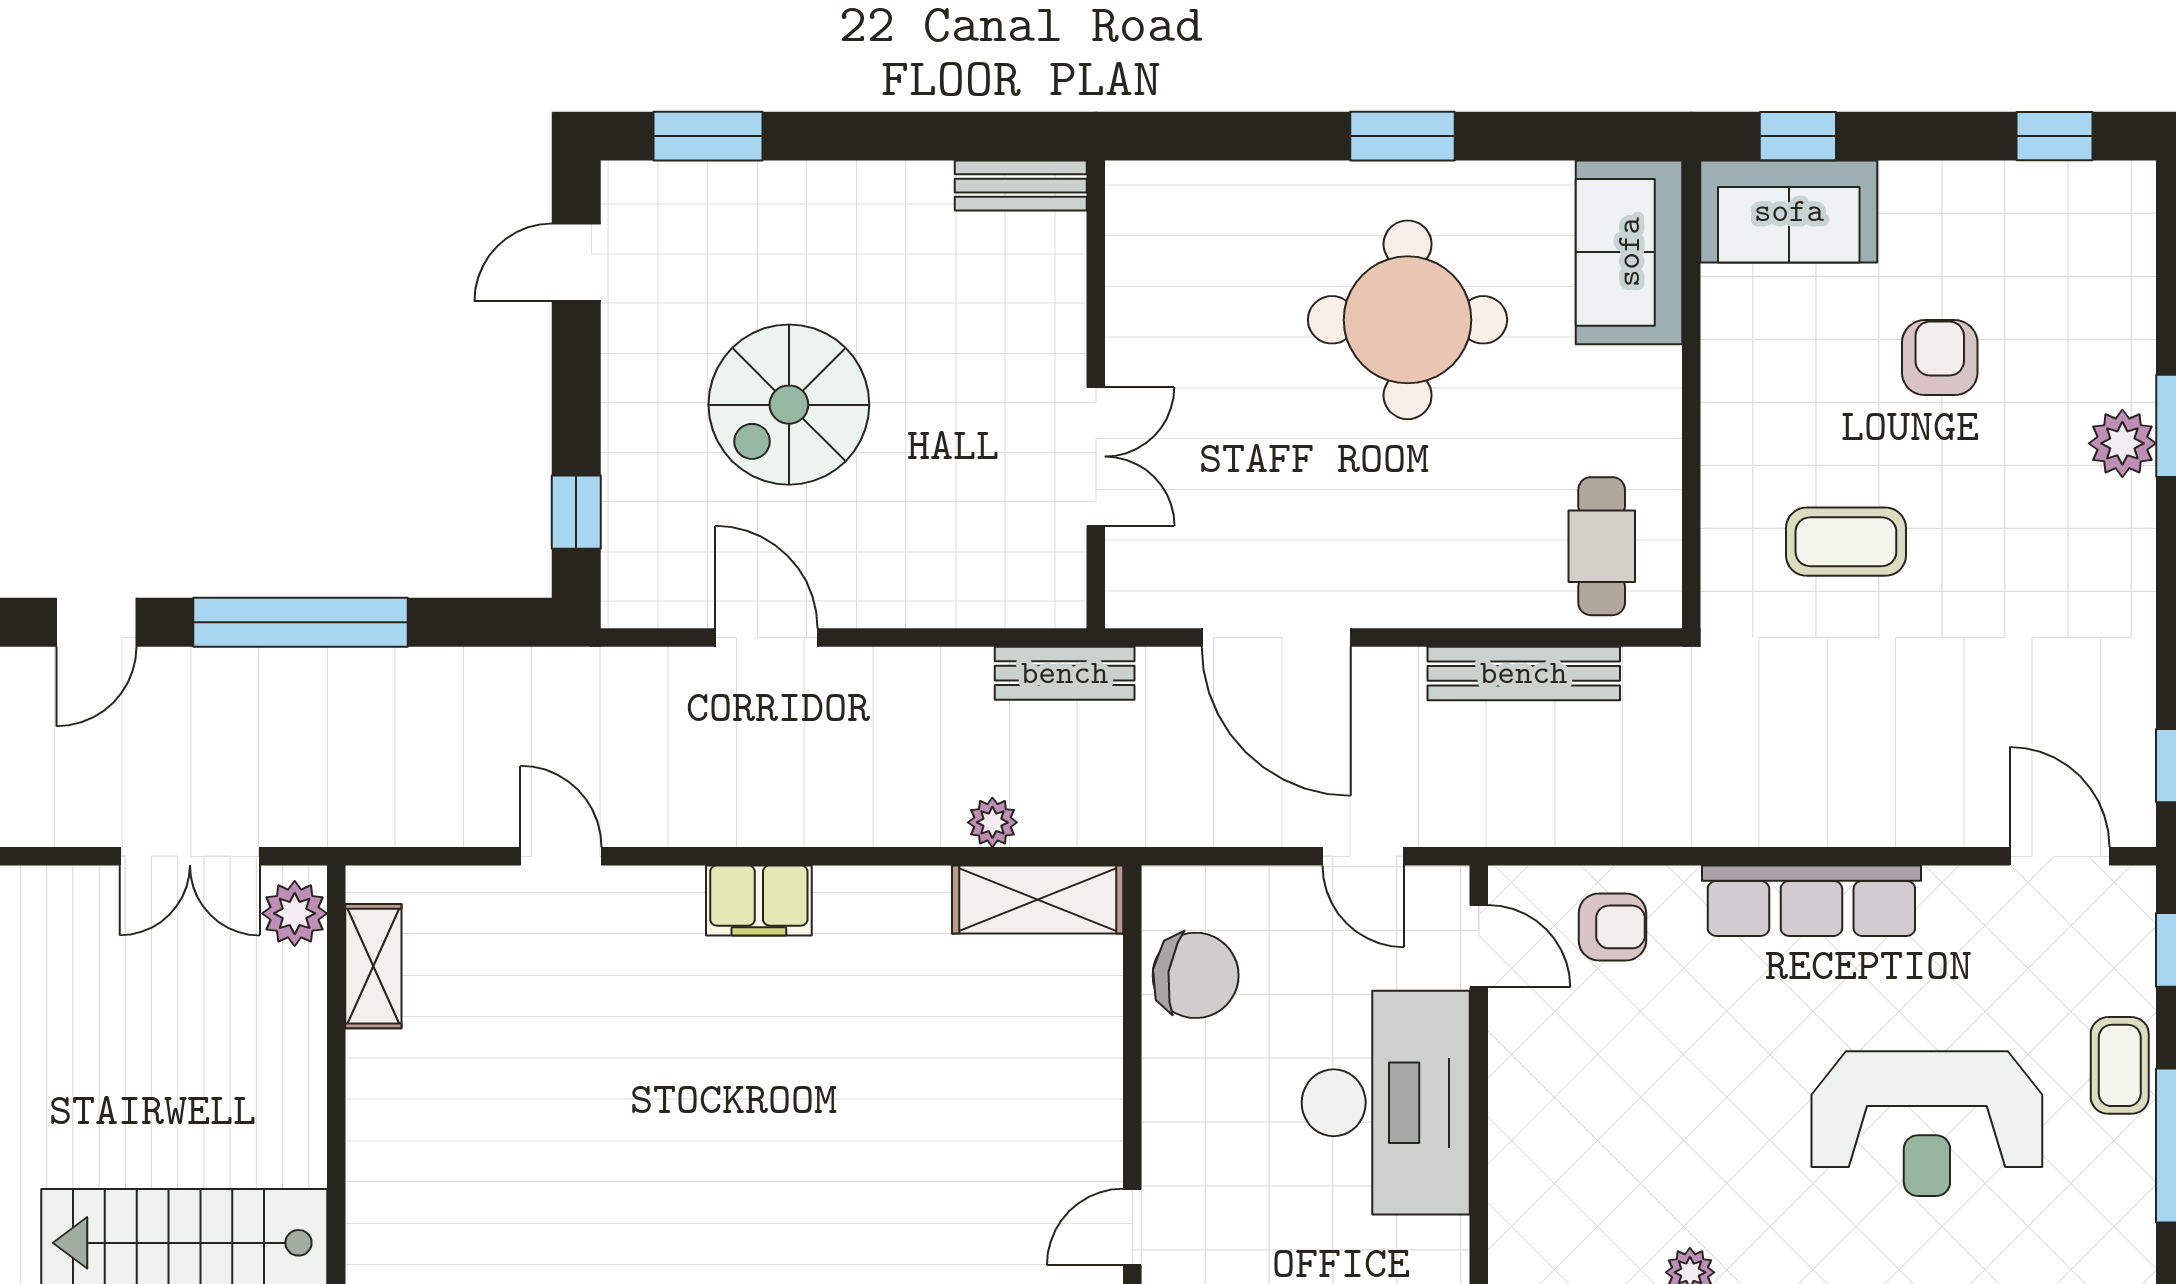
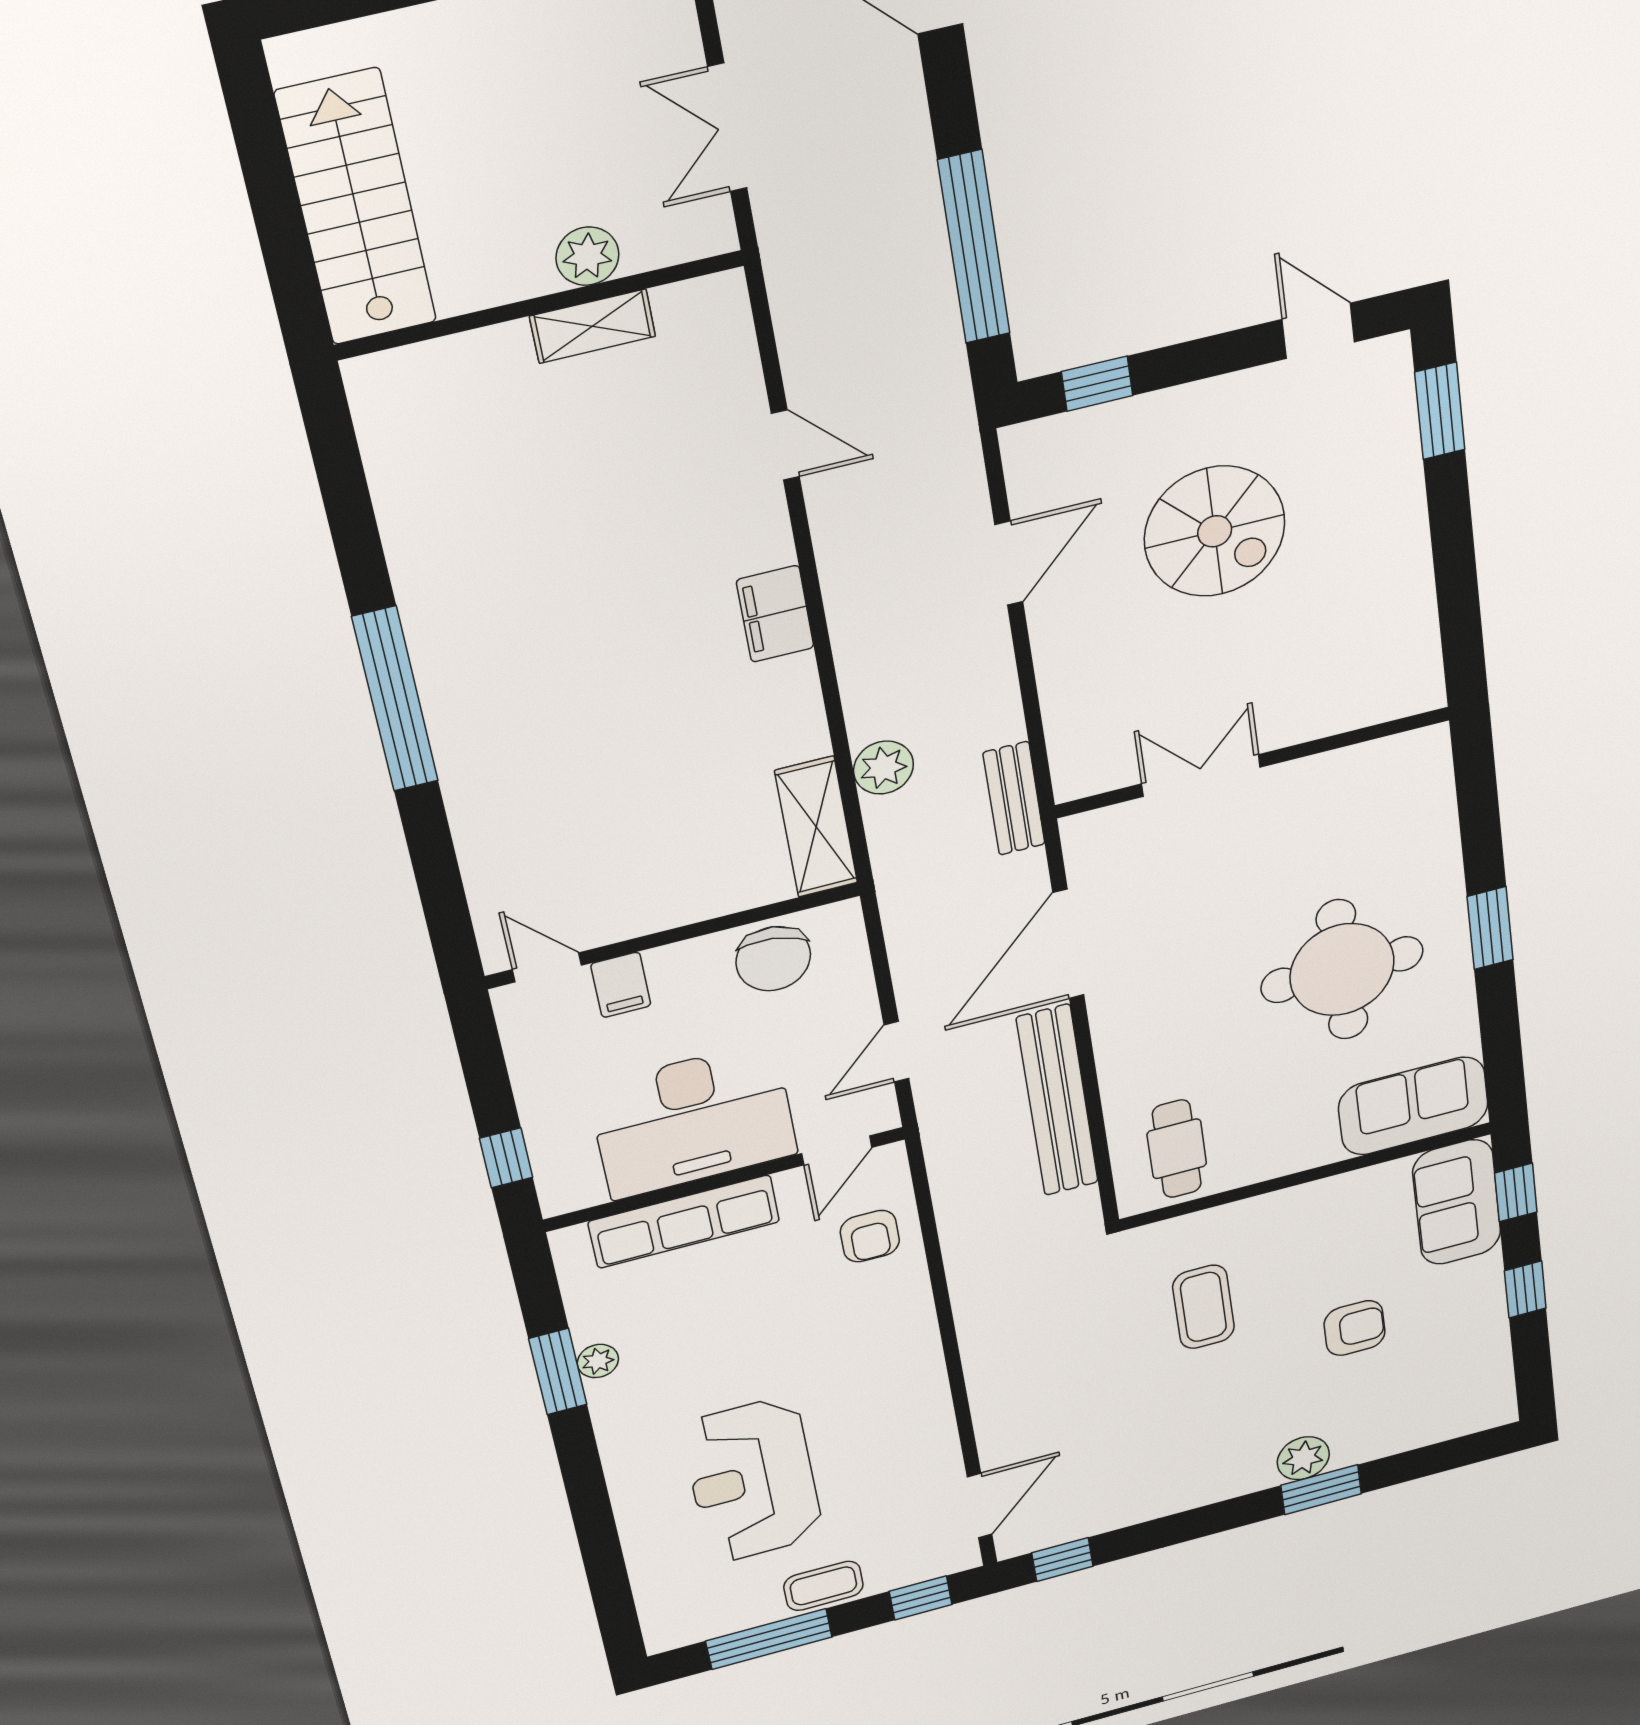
window: (2055, 136) -> (1525, 1289), moved
bench: (1021, 186) -> (1422, 663), removed
spiral stairs: (789, 405) -> (1215, 531), turned 180
double door: (1096, 456) -> (1201, 775), swing flipped
cafe table: (1602, 546) -> (1177, 1149), turned 90
window: (300, 622) -> (974, 247), moved
bench: (1524, 673) -> (1057, 1100), width x1.37, depth x1.21
plant: (992, 822) -> (883, 768), width x1.38, depth x1.38
door: (561, 856) -> (785, 445), hinge flipped
row of seats: (1811, 901) -> (684, 1222), moved, turned -90
plant: (295, 913) -> (587, 256), moved
shelving: (373, 966) -> (593, 326), moved
filing cabinet: (1179, 1150) -> (621, 985), added

